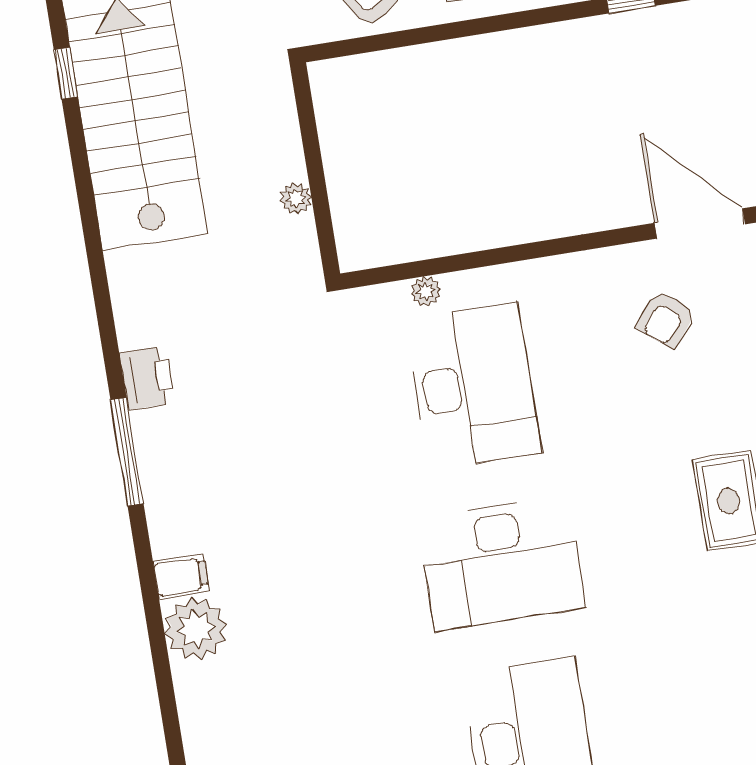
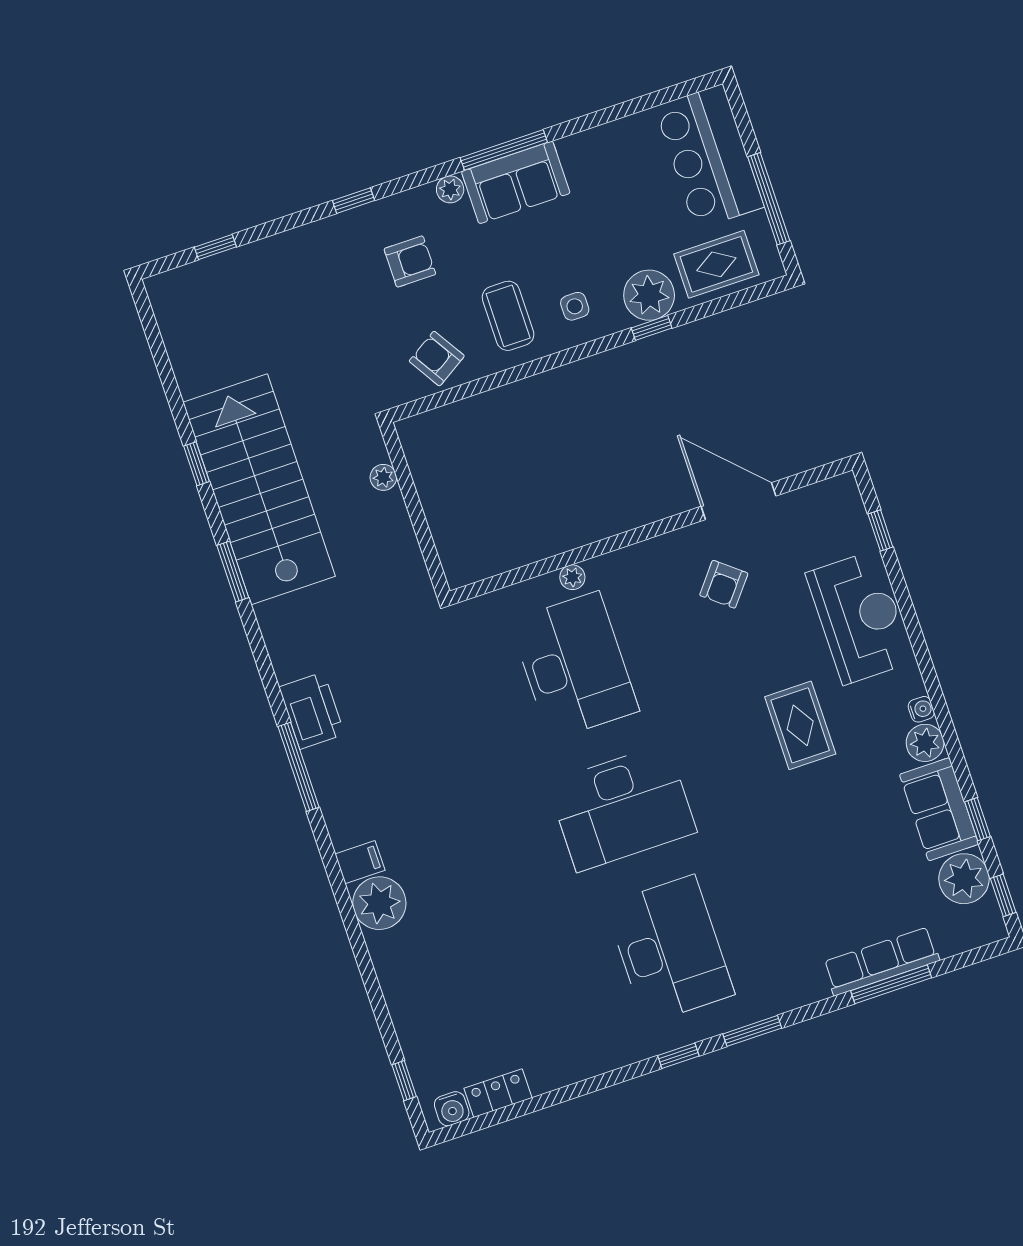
plant: (296, 198) -> (383, 477), moved
window: (87, 208) -> (233, 571), added
plant: (426, 291) -> (572, 577), moved
printer: (147, 378) -> (312, 711), width x1.37, depth x1.19

